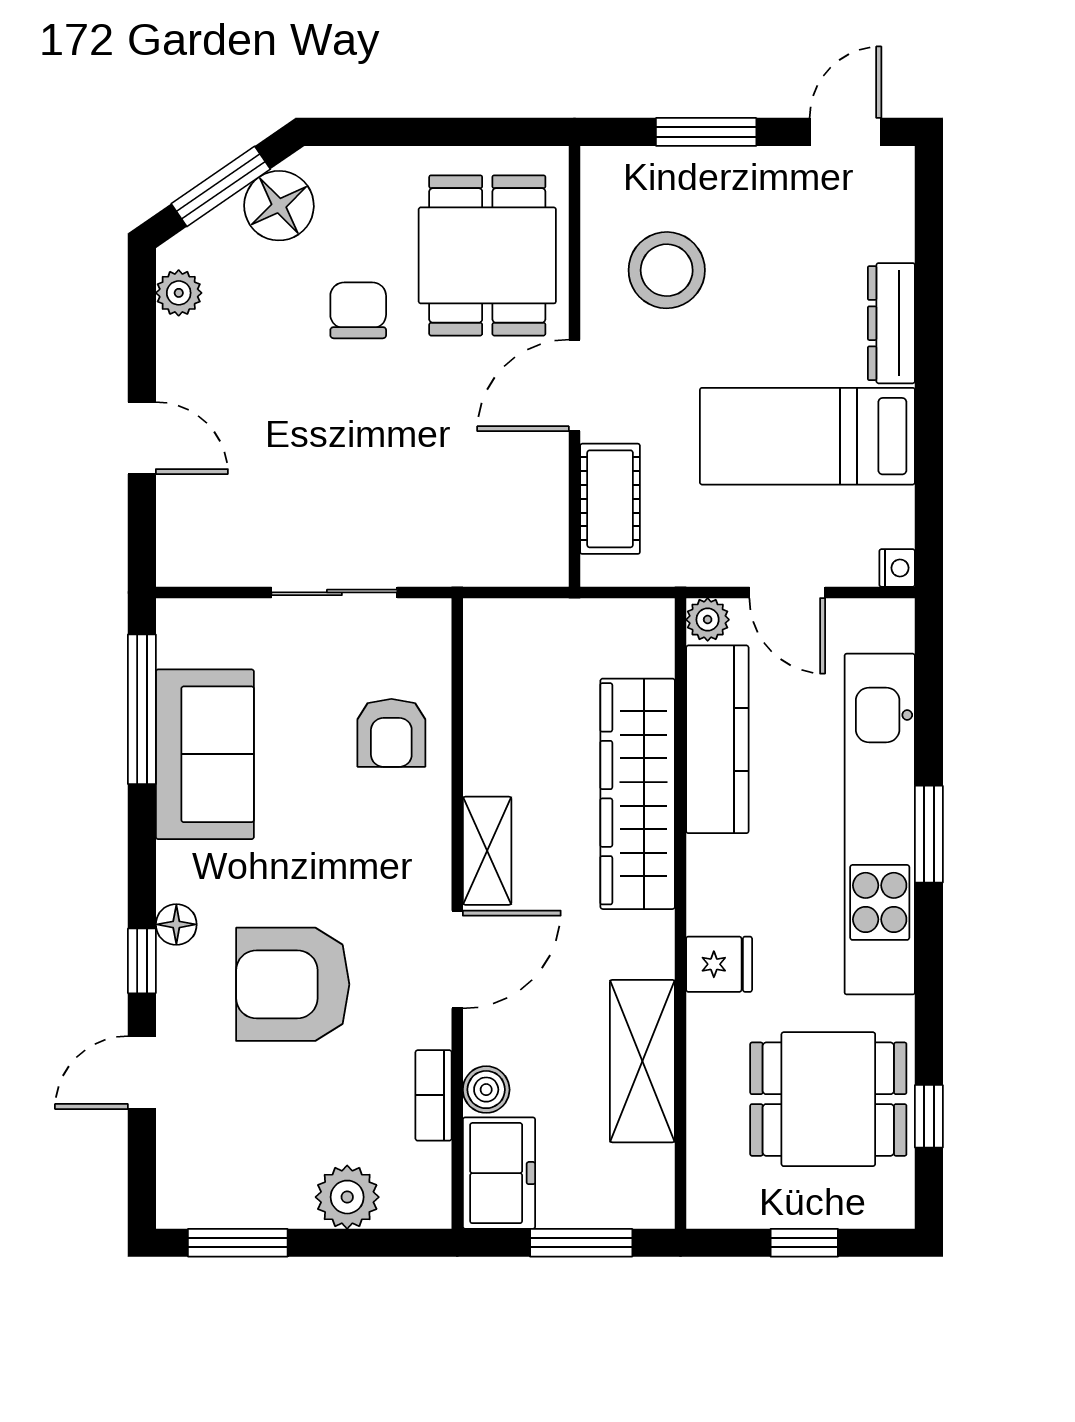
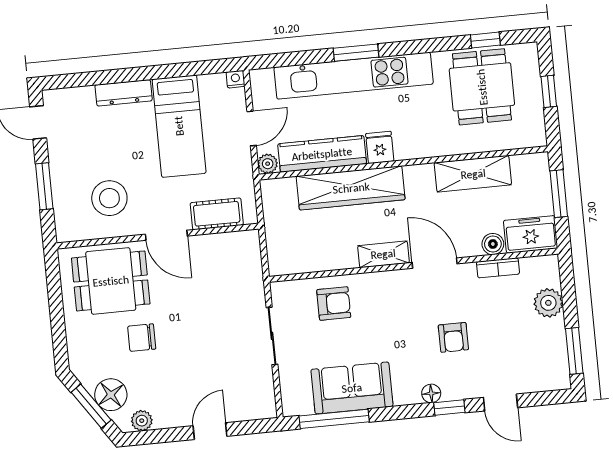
floor lamp: (279, 206) -> (111, 395), moved
fridge: (719, 964) -> (380, 147), moved
armchair: (293, 984) -> (453, 337), width x0.53, depth x0.53

